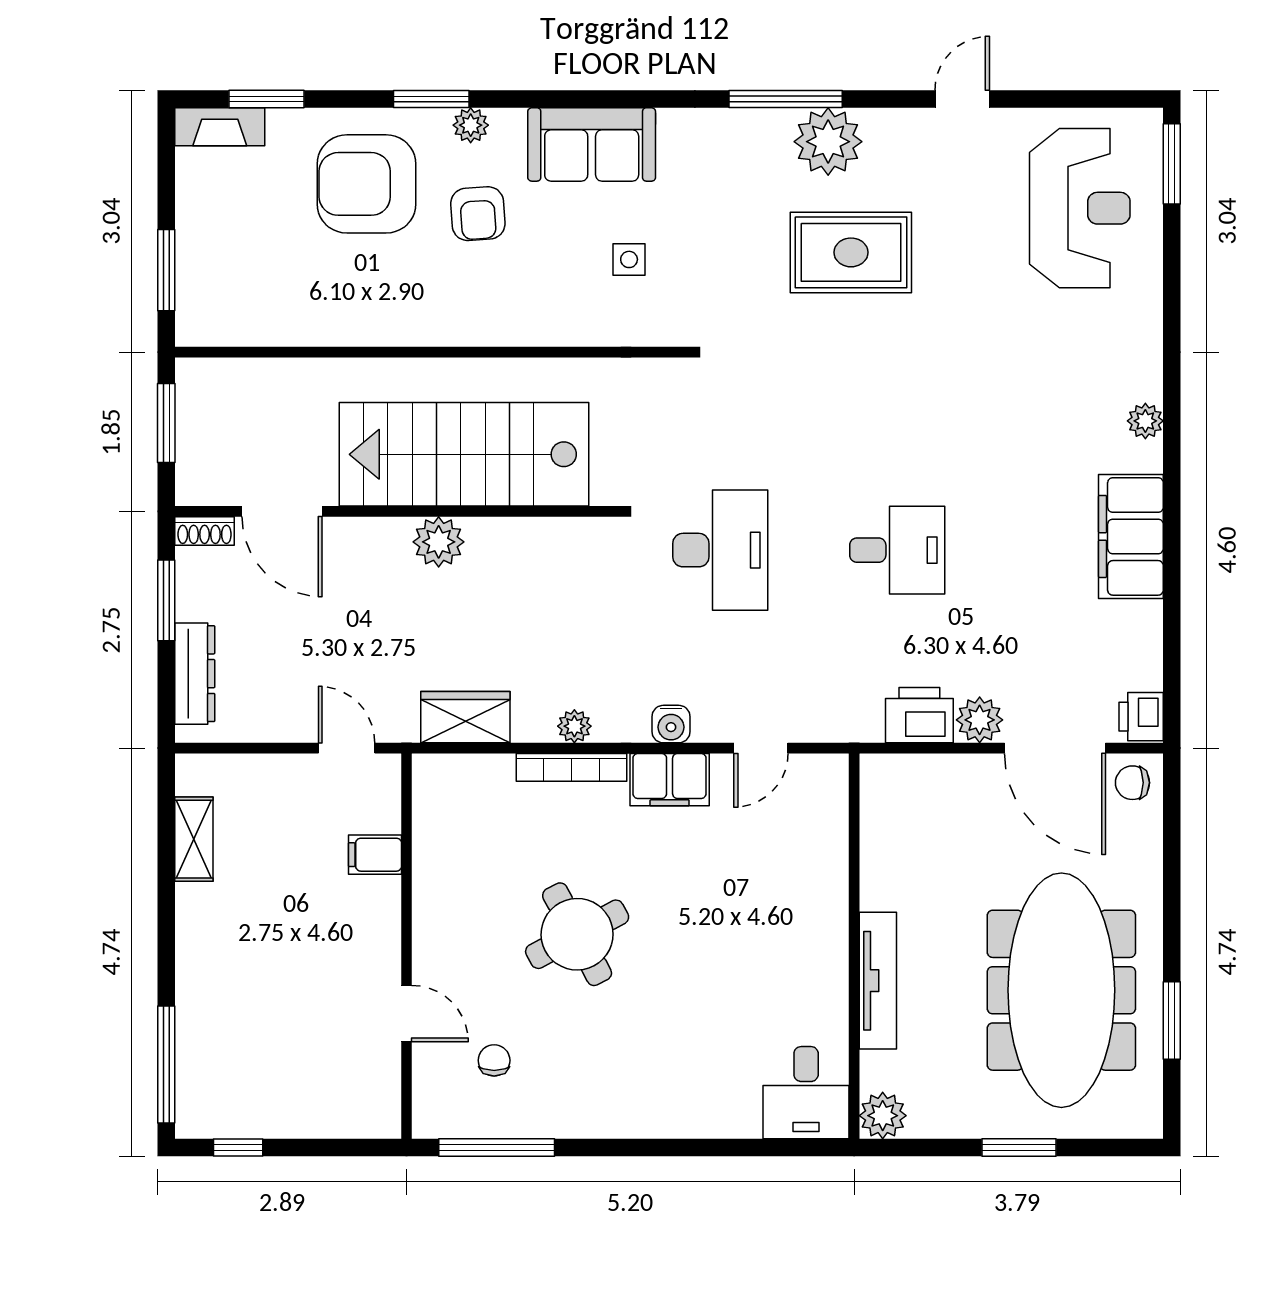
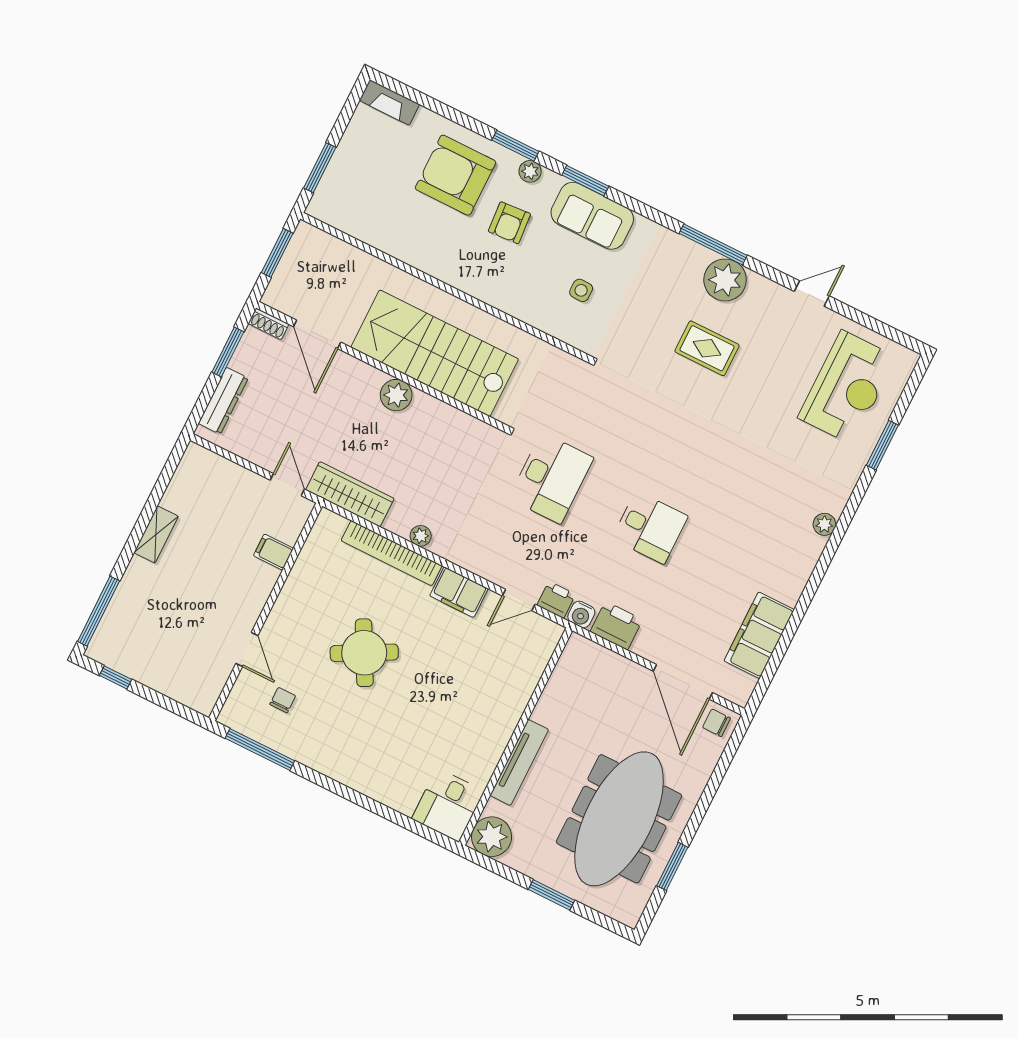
window: (266, 99) -> (585, 181), moved
window: (1172, 164) -> (882, 445), moved
rug: (851, 252) -> (707, 348), width x0.73, depth x0.70
filing cabinet: (1131, 536) -> (759, 635), moved
wardrobe: (465, 717) -> (350, 494), width x1.50
printer: (1141, 717) -> (556, 600), moved, turned 90
plant: (980, 720) -> (649, 645), removed
water cooler: (671, 724) -> (581, 614), moved
bookcase: (571, 767) -> (392, 553), width x1.48, depth x1.31
shelving: (194, 839) -> (156, 534), moved
plant: (883, 1116) -> (492, 837), width x1.36, depth x1.36

